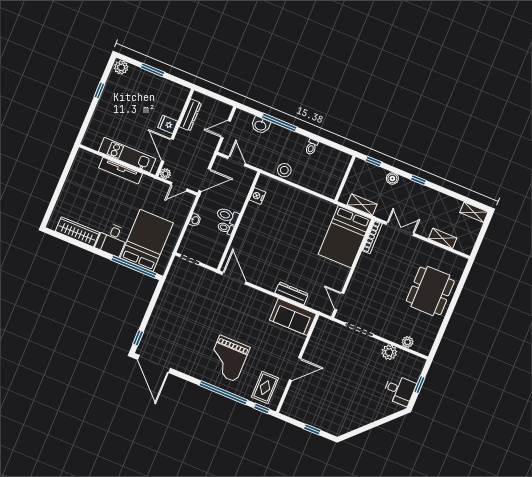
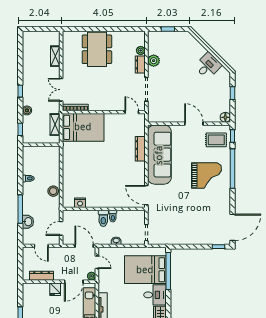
shelving: (474, 212) -> (27, 41), removed
door: (234, 278) -> (146, 195), hinge flipped
dining table: (430, 291) -> (97, 49), turned 90
door: (339, 301) -> (132, 112), swing flipped
sofa: (293, 317) -> (159, 155), width x1.85, depth x1.27
dresser: (391, 335) -> (140, 64), added
desk: (399, 390) -> (208, 66), moved, turned 45
floor lamp: (287, 409) -> (225, 117), added

